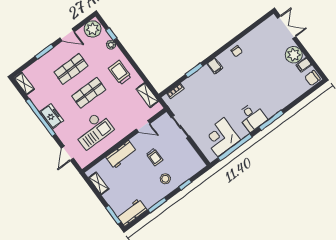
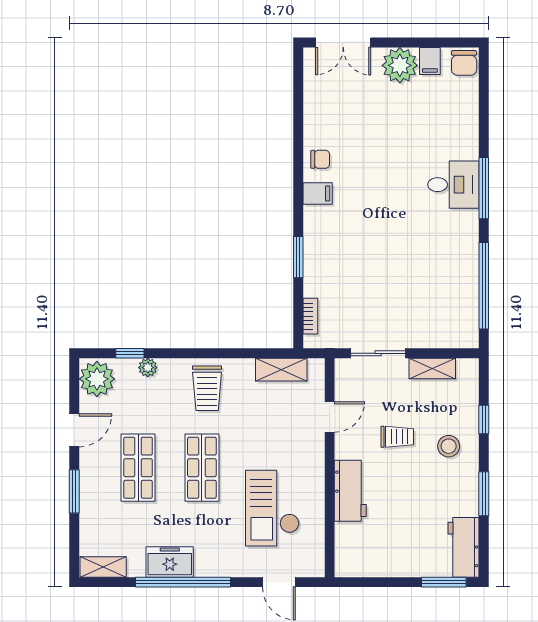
double door: (287, 27) -> (343, 42), swing flipped
filing cabinet: (215, 66) -> (318, 193), moved
trolley: (120, 73) -> (207, 388), turned -90
freezer: (52, 116) -> (170, 562), moved
desk: (252, 117) -> (453, 185), moved
checkout: (93, 130) -> (272, 508), turned 180
corner desk: (221, 137) -> (448, 297), removed
shelving: (99, 183) -> (432, 368), moved

